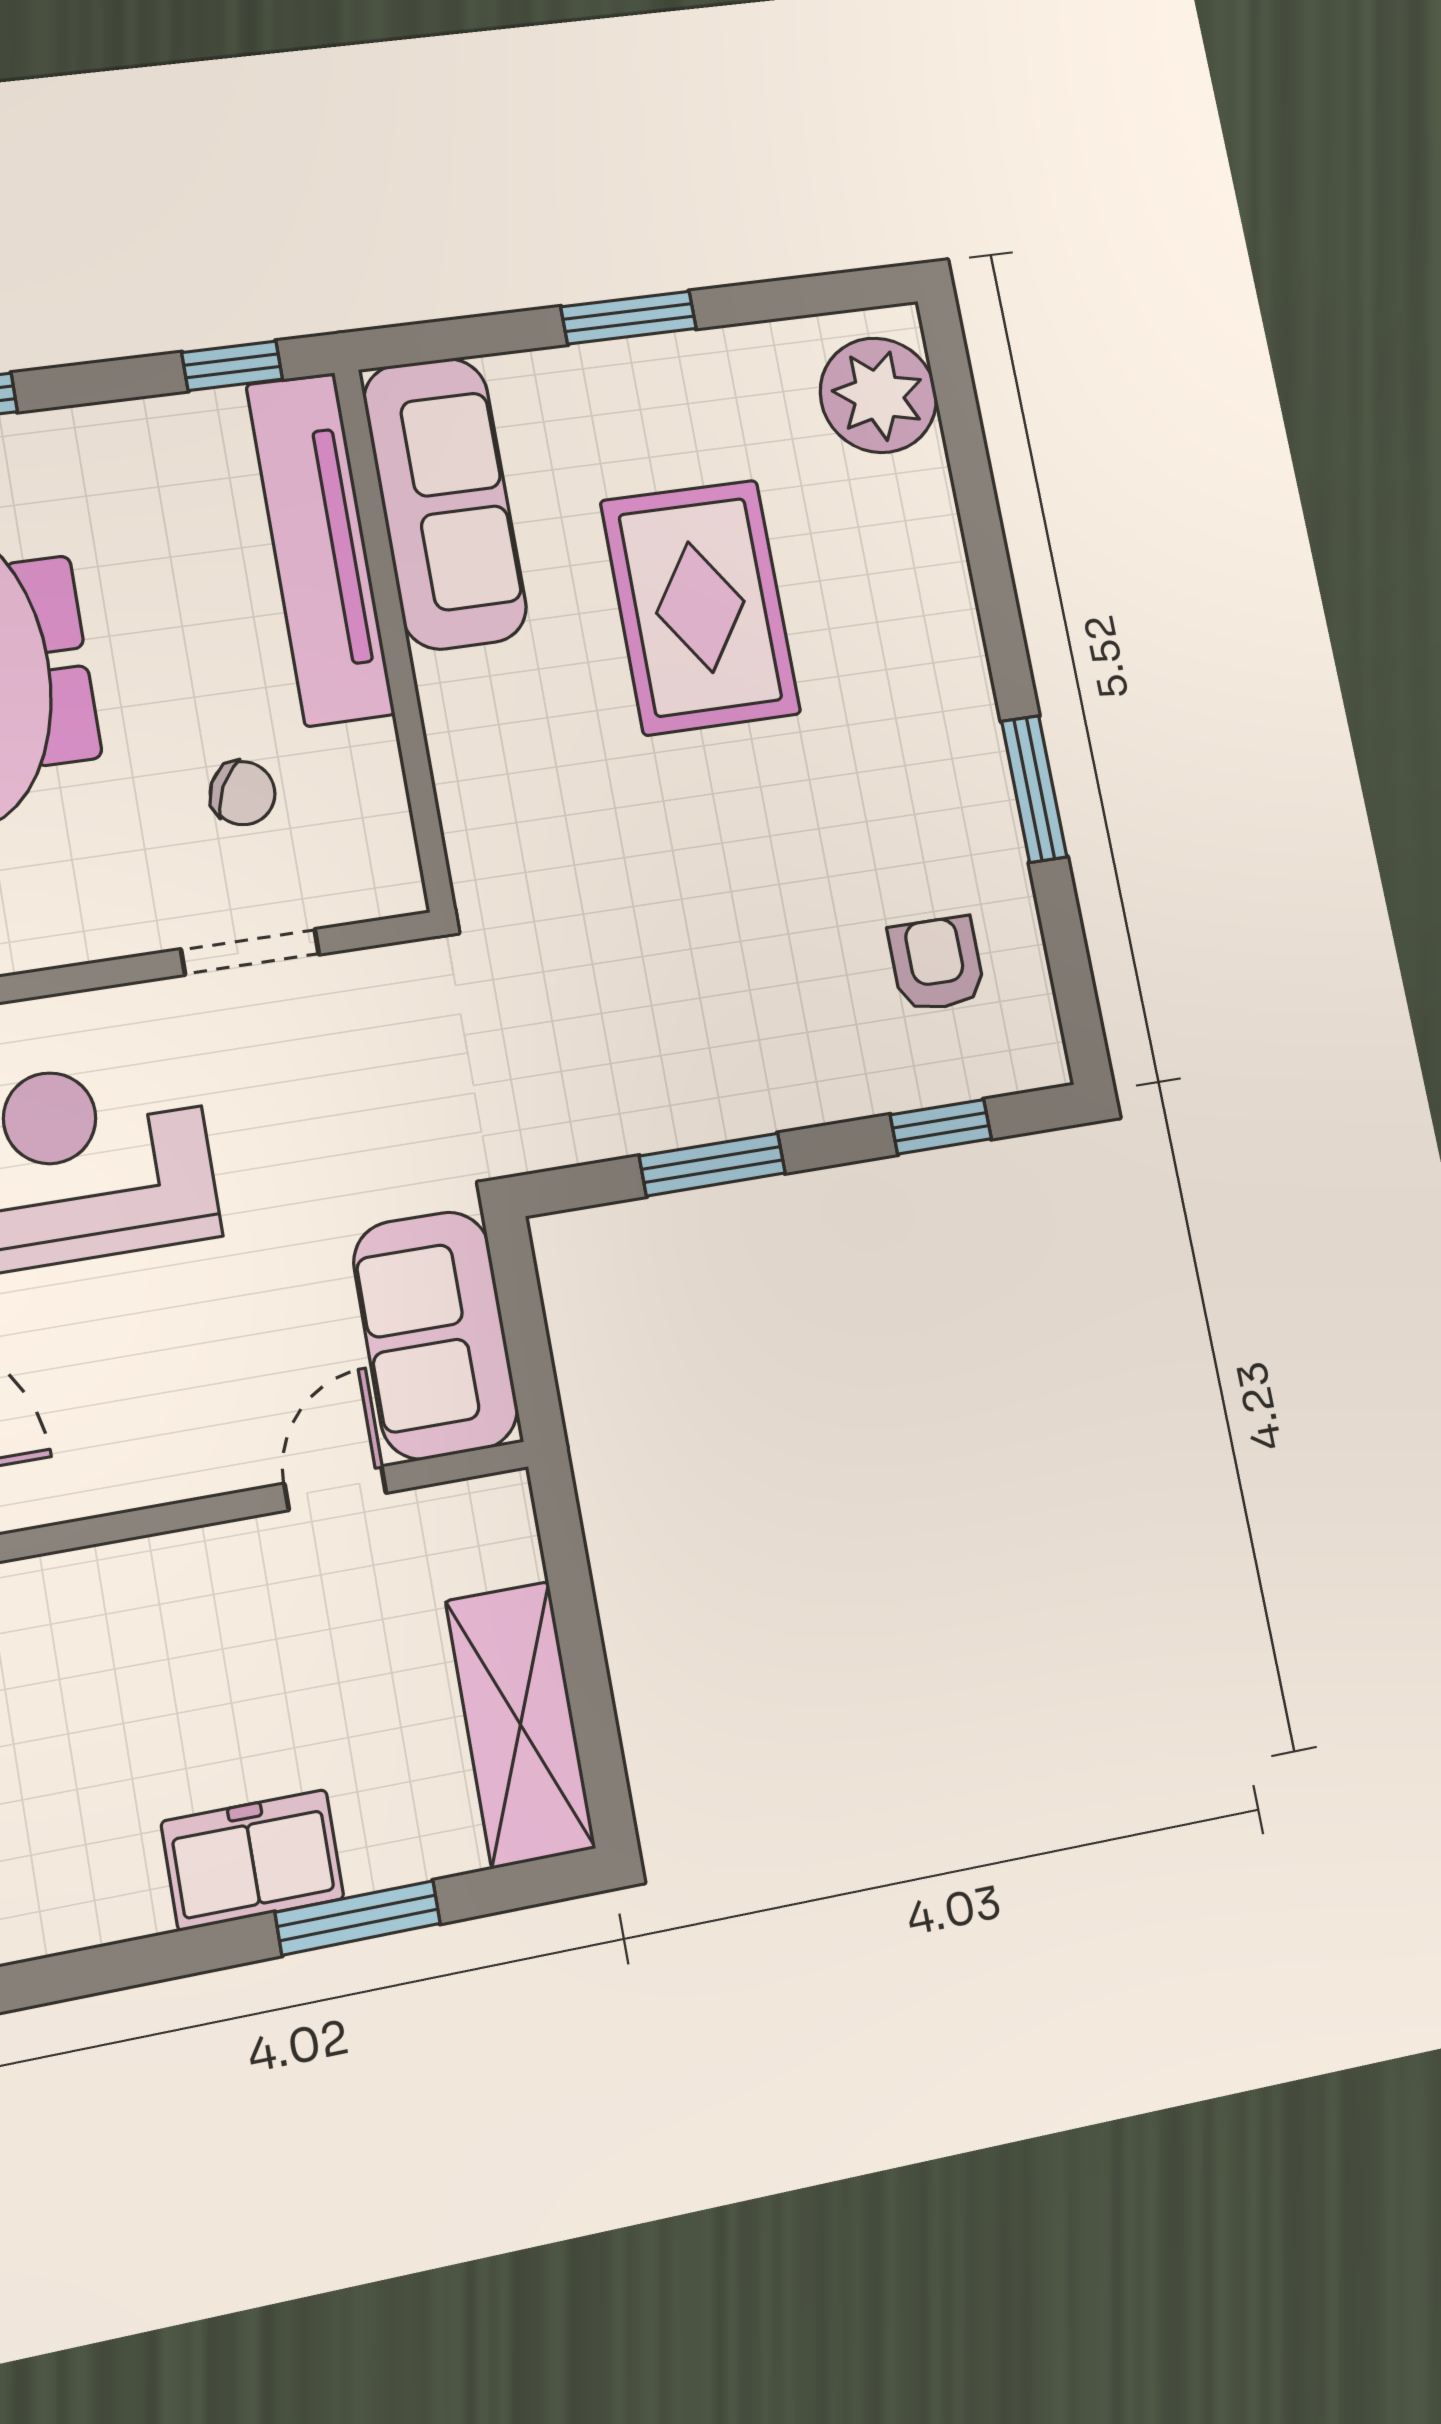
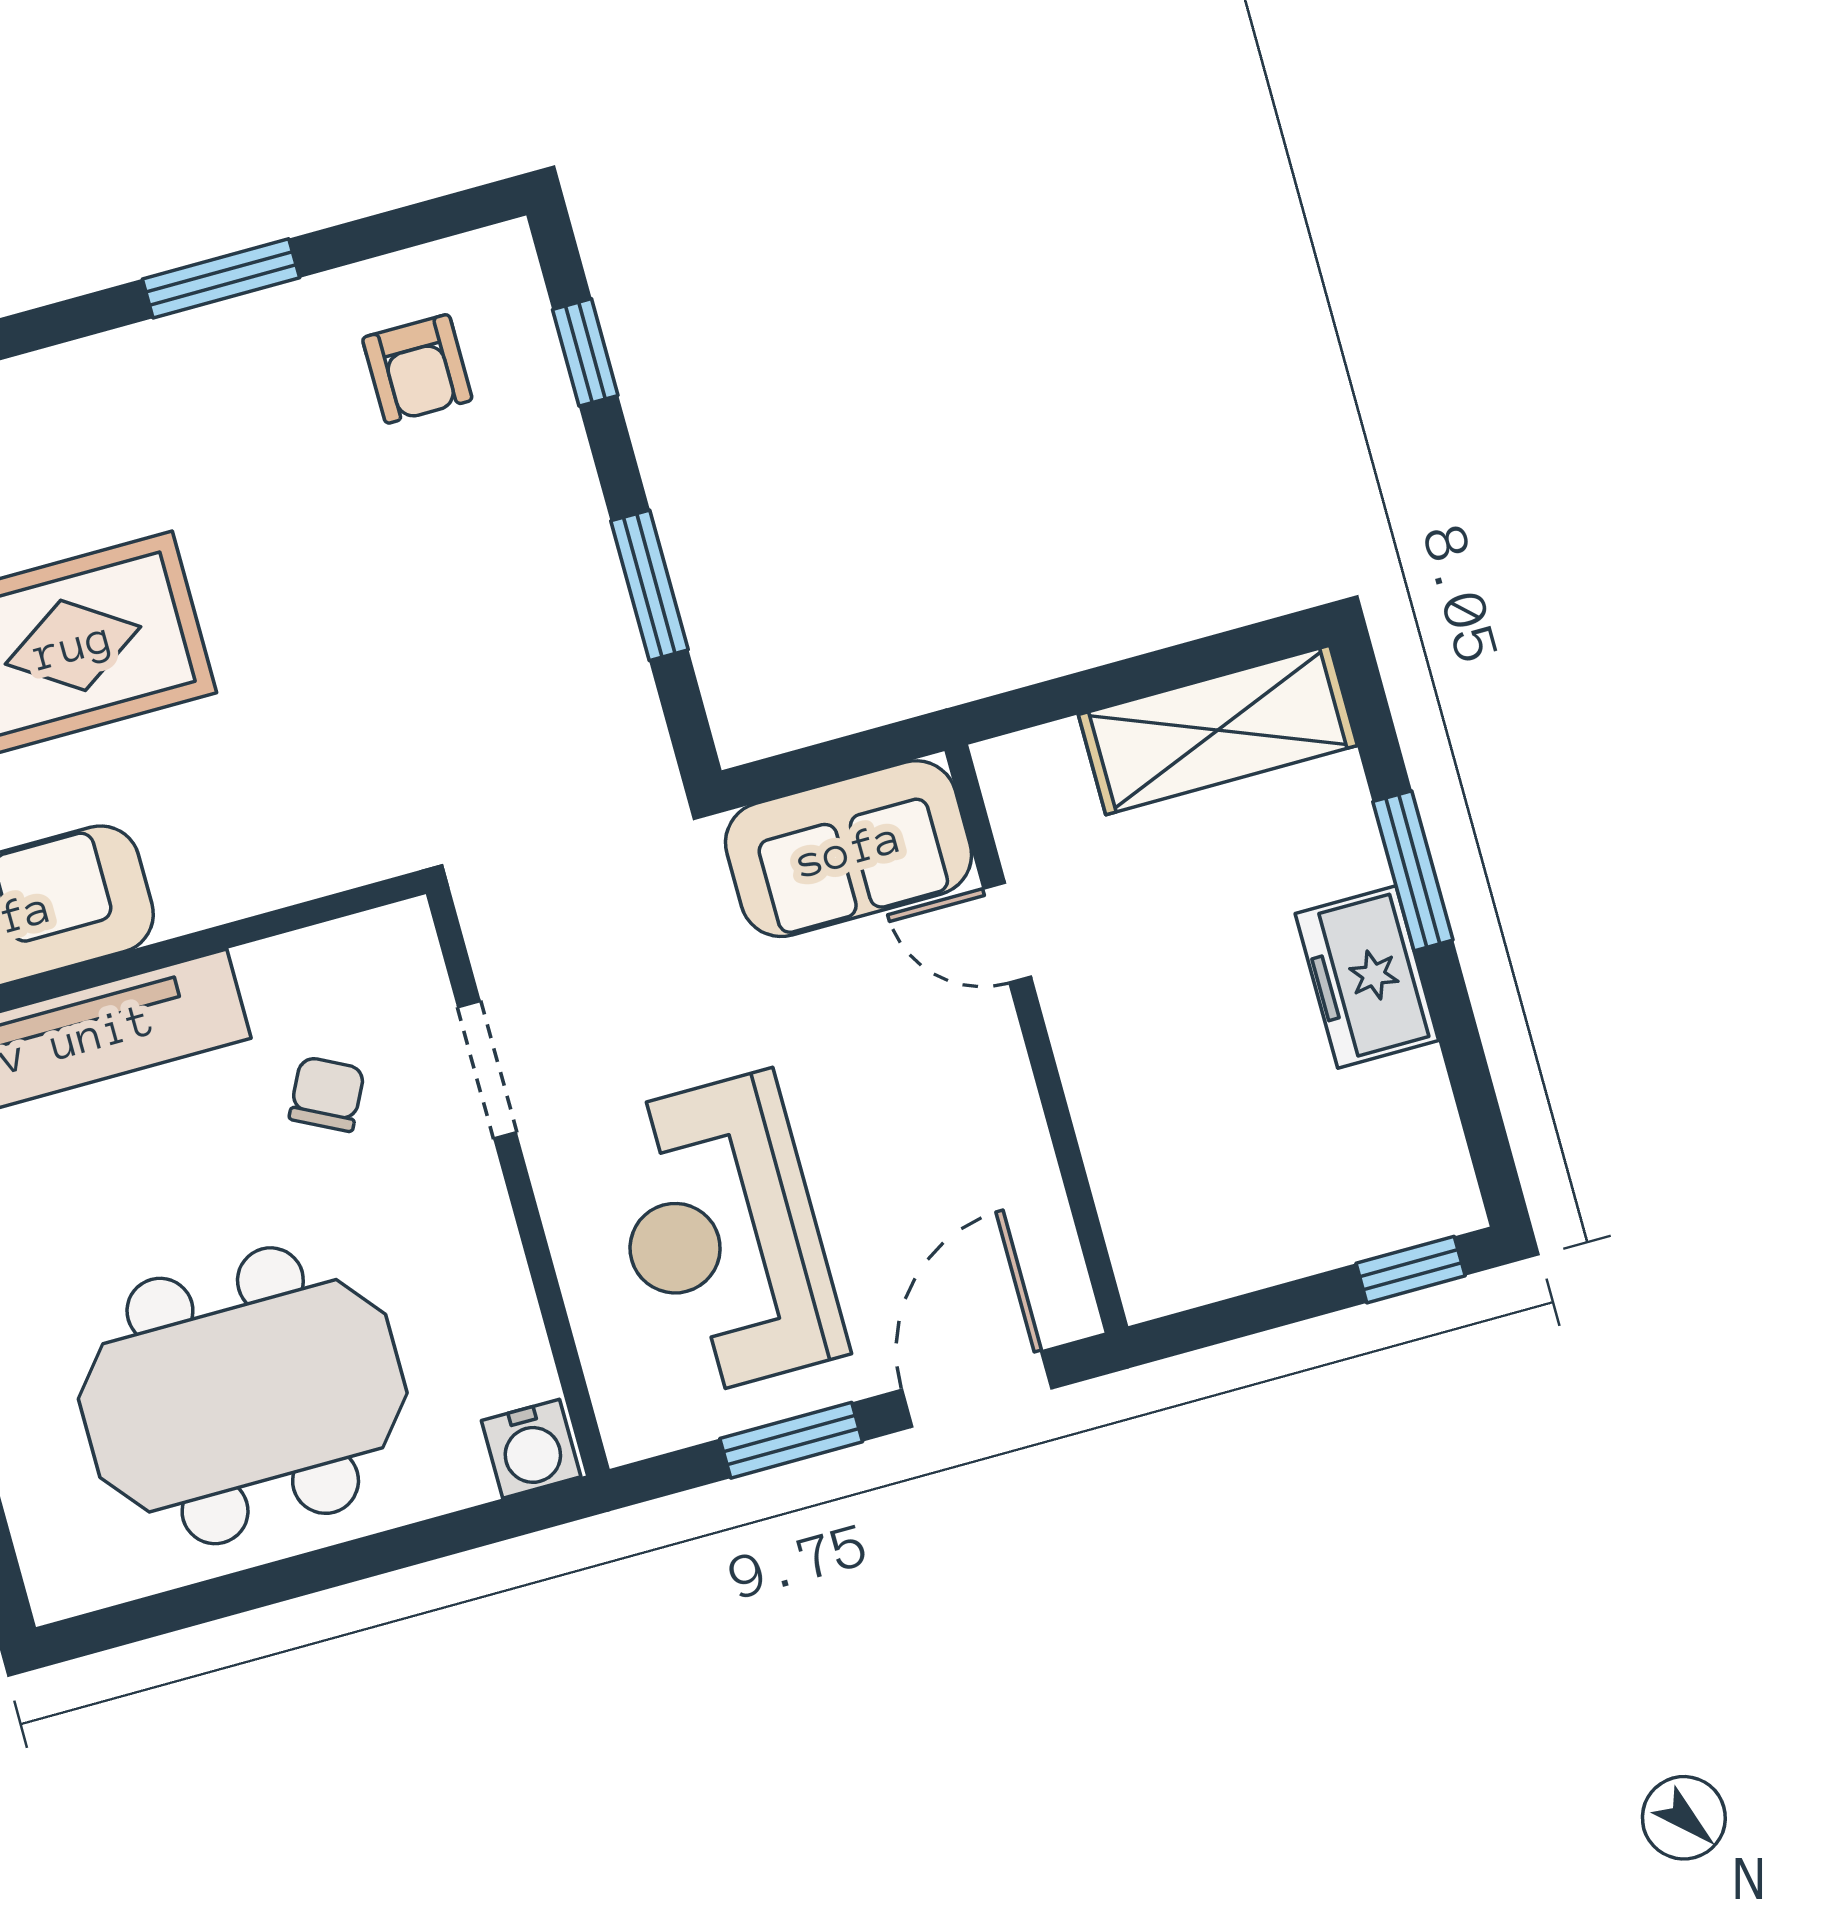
armchair: (937, 964) -> (417, 369), turned -90

